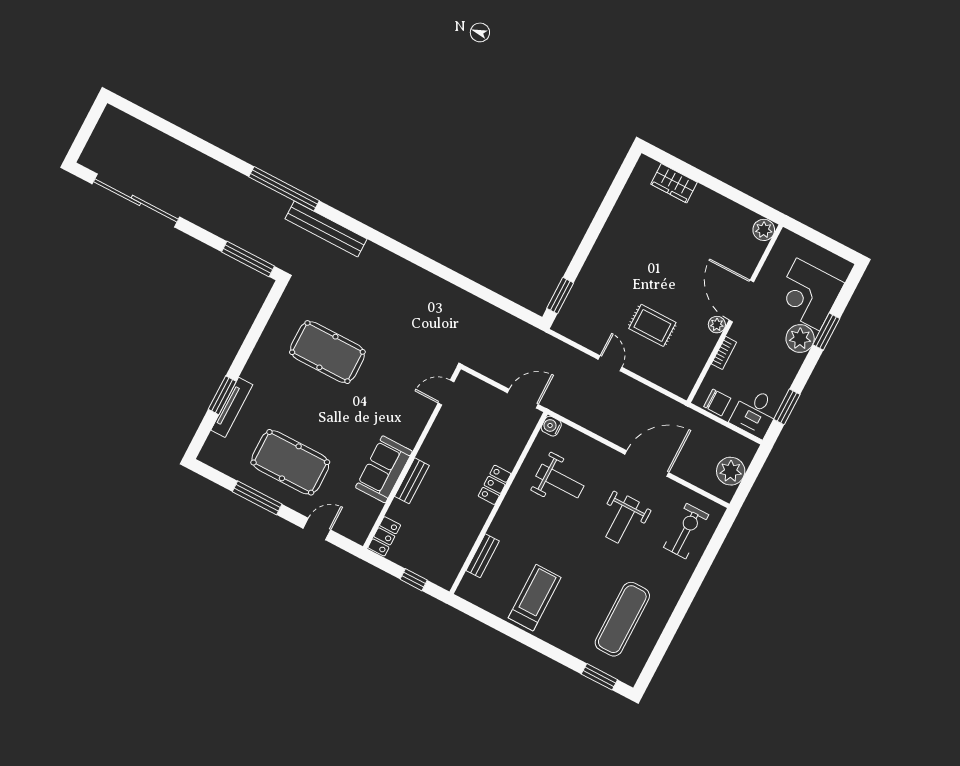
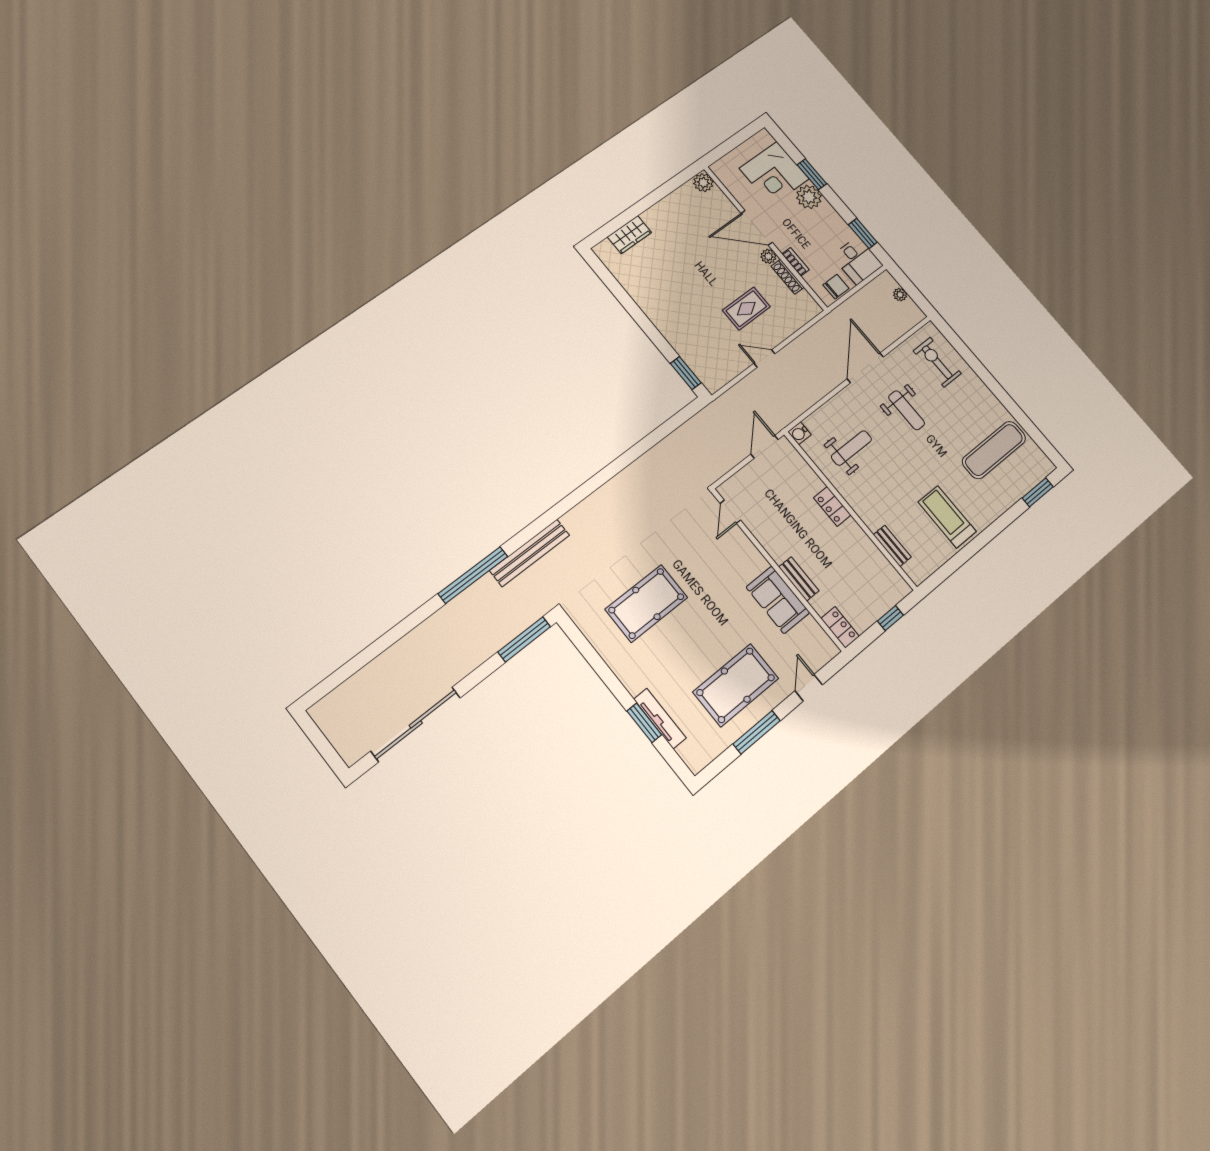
shoe rack: (705, 352) -> (788, 277), added
plant: (731, 471) -> (900, 295), width x0.53, depth x0.53
exercise mat: (622, 619) -> (994, 450), turned 90

